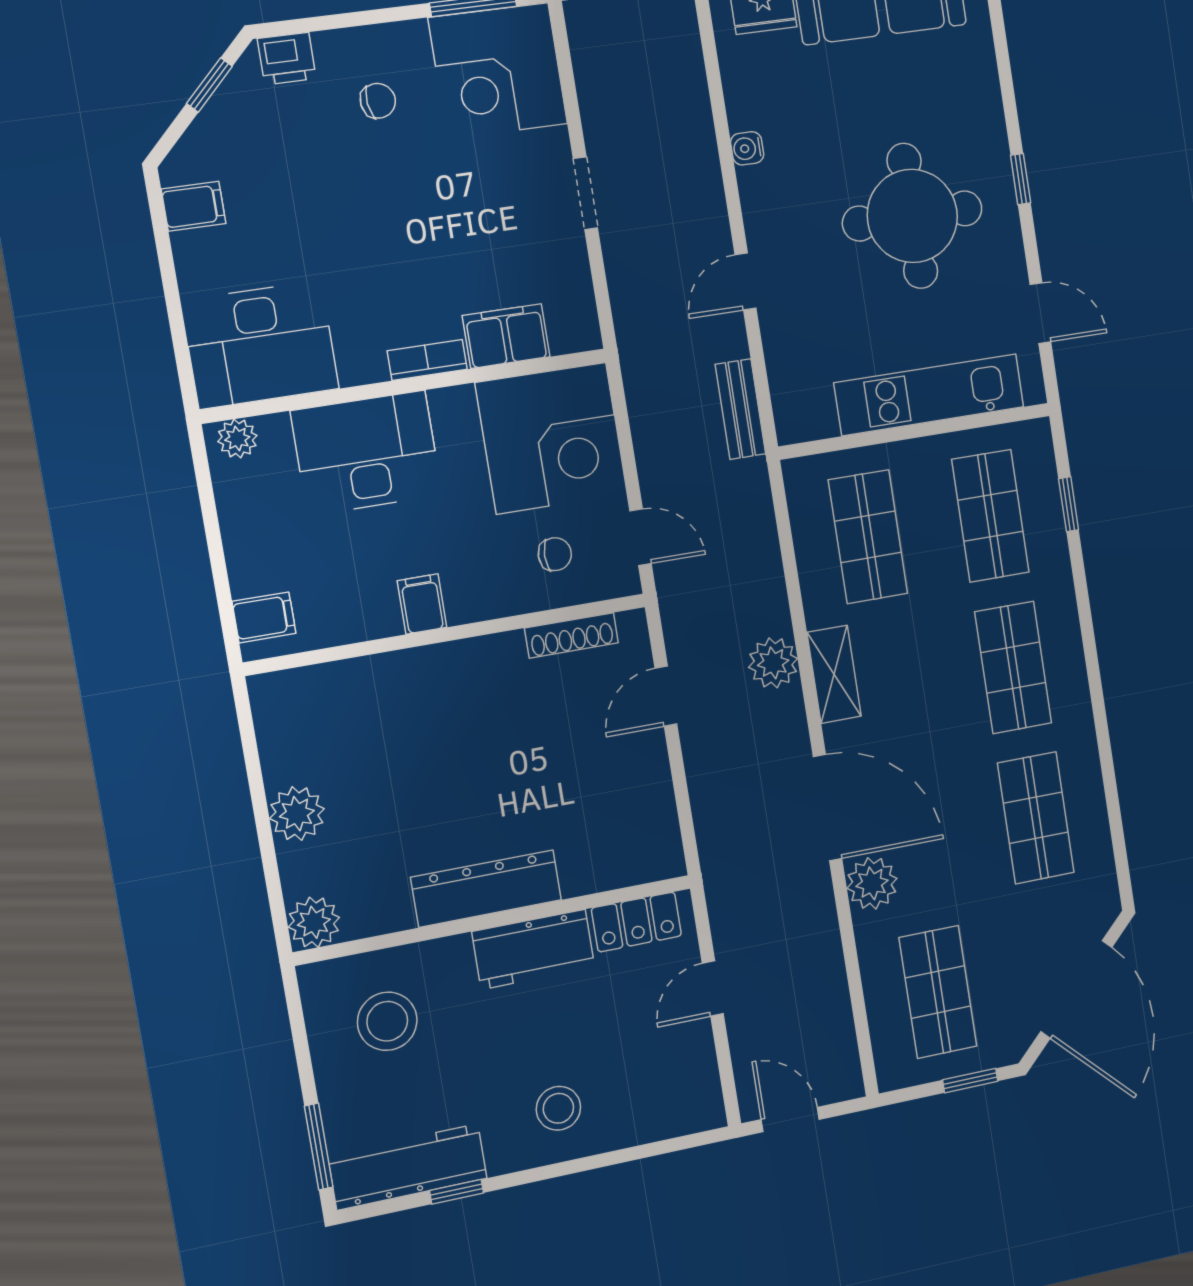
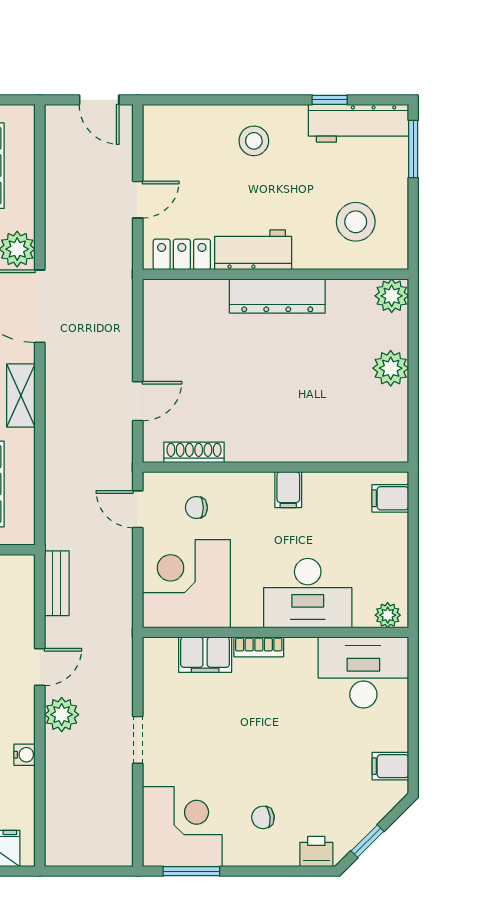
plant: (773, 663) -> (62, 715), moved

